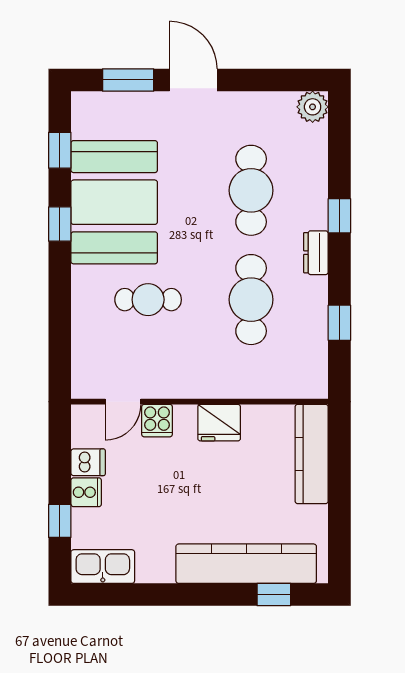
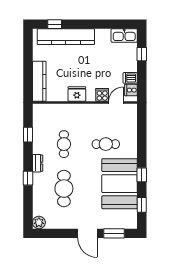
cafe table: (251, 300) -> (64, 144), width x0.73, depth x0.74
cooker: (86, 492) -> (131, 90), moved

